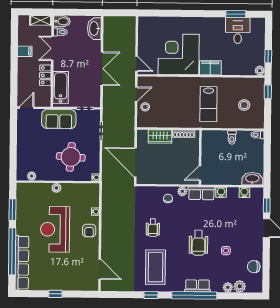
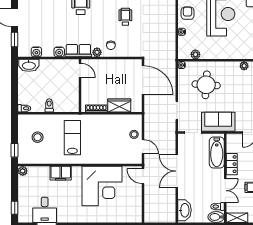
window: (268, 56) -> (15, 208), moved
filing cabinet: (210, 68) -> (61, 173), moved
door: (136, 94) -> (143, 147), swing flipped
door: (200, 173) -> (80, 70), hinge flipped
plant: (56, 188) -> (195, 54), moved

